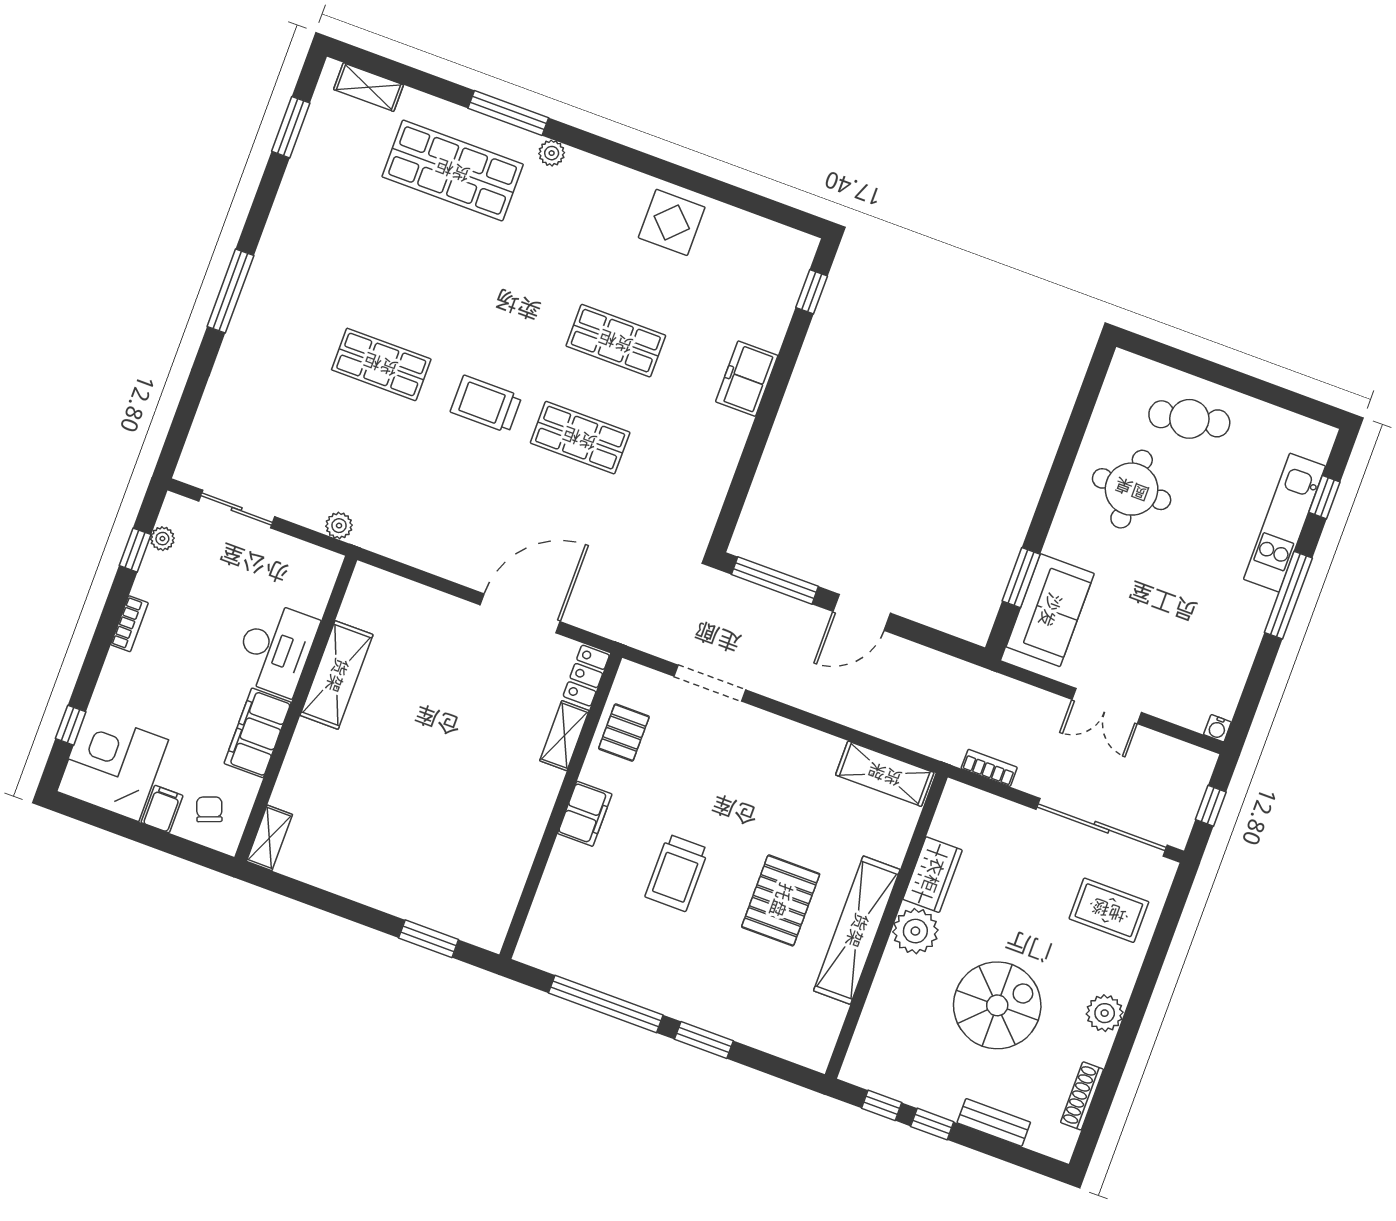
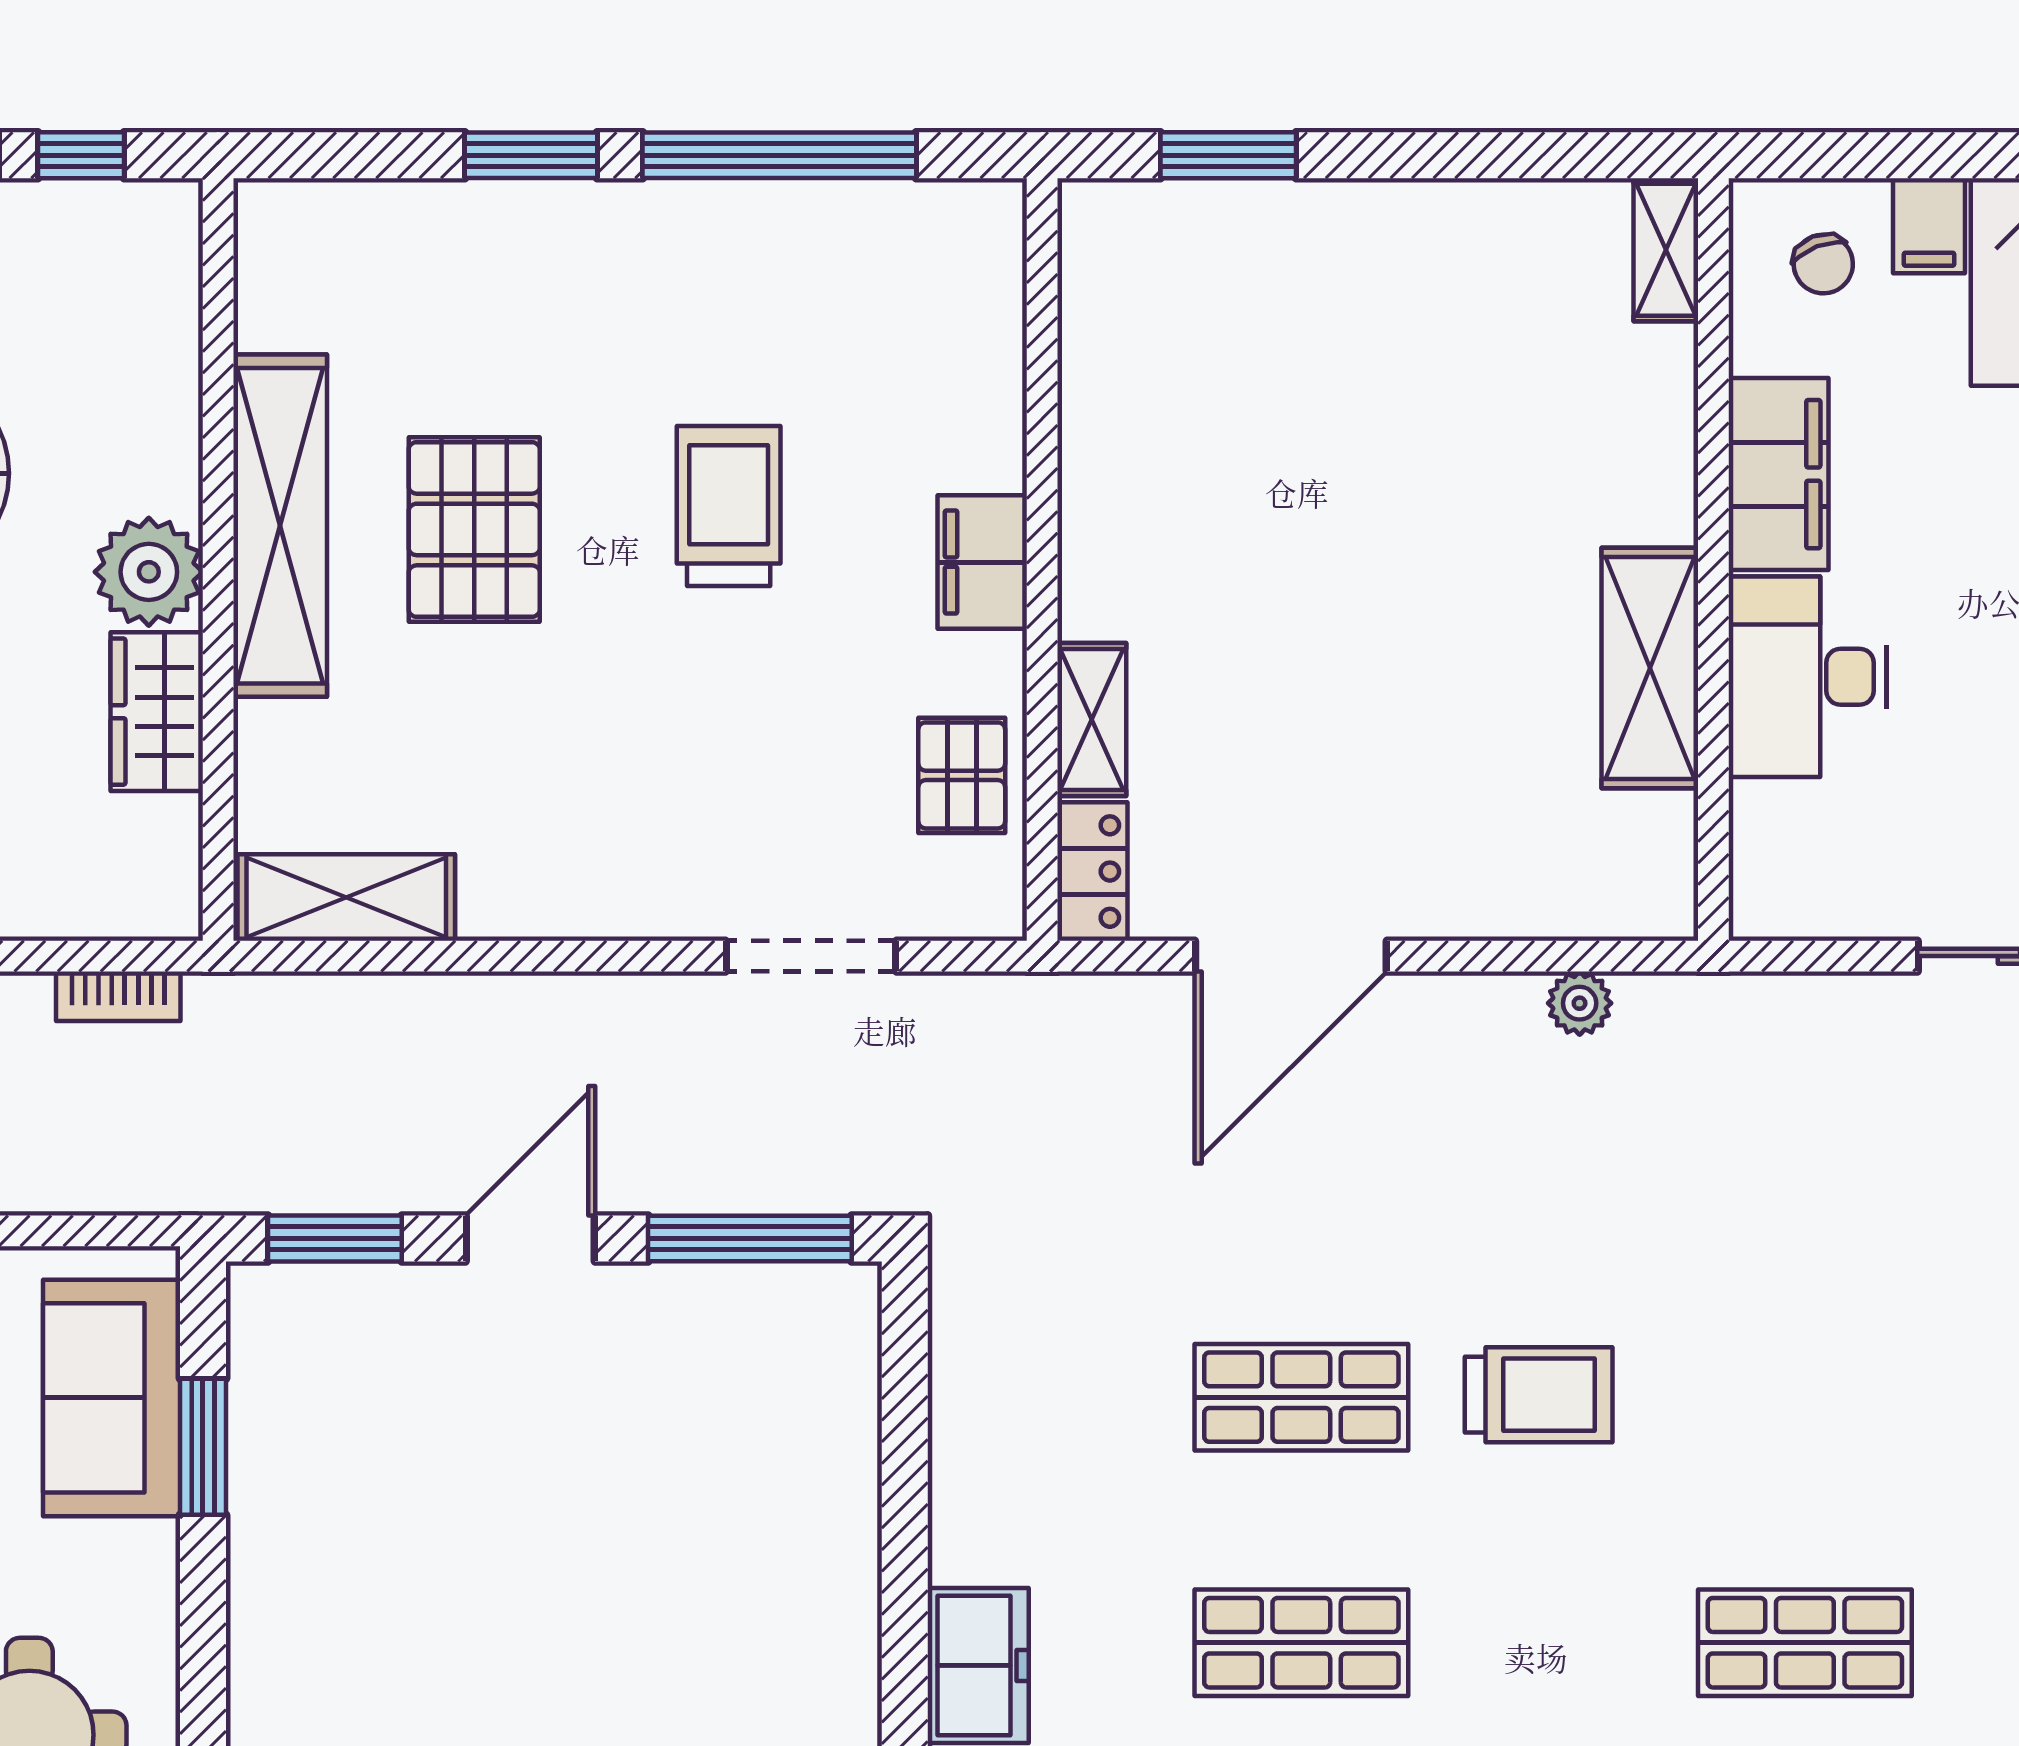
shop shelf: (381, 364) -> (1805, 1643), moved
plant: (339, 526) -> (1580, 1003), moved
window: (939, 641) -> (335, 1238), added

